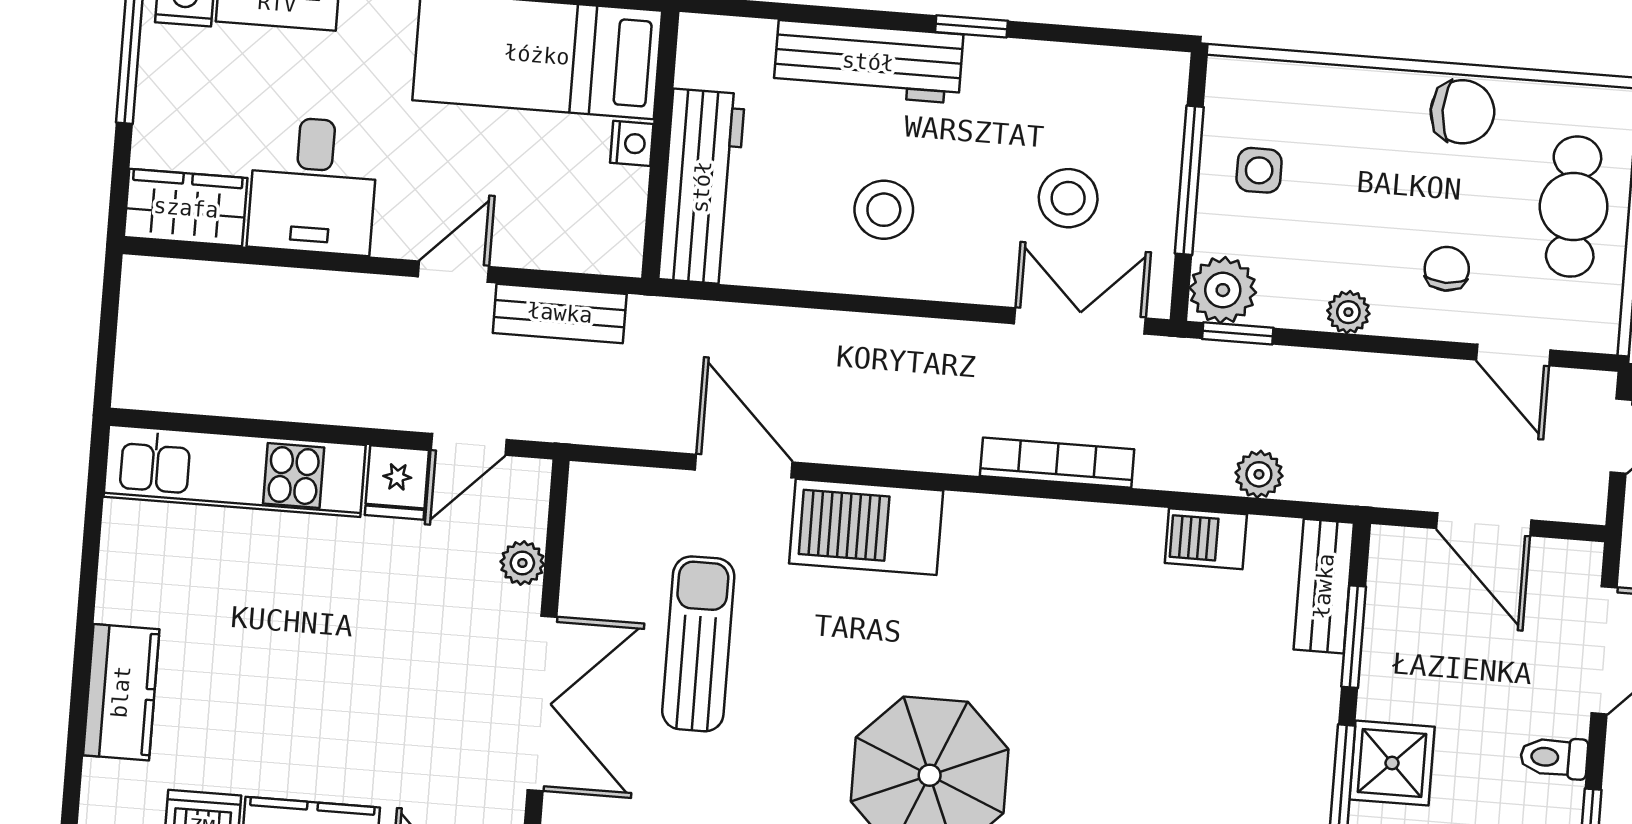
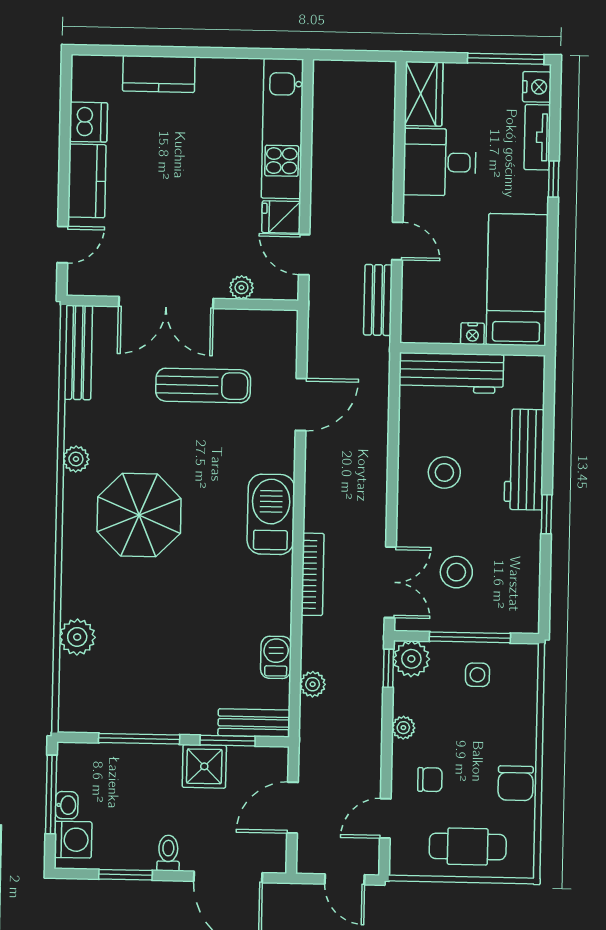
barbecue: (866, 527) -> (271, 514), moved
shower: (1392, 763) -> (204, 766), moved

